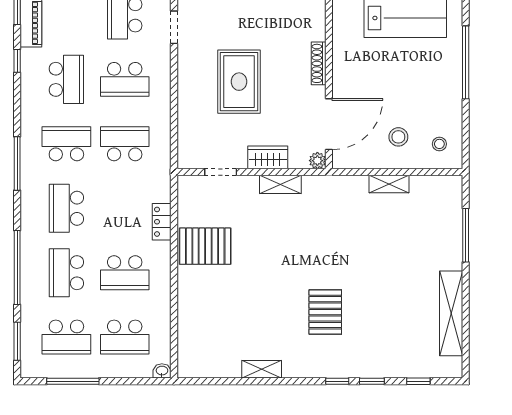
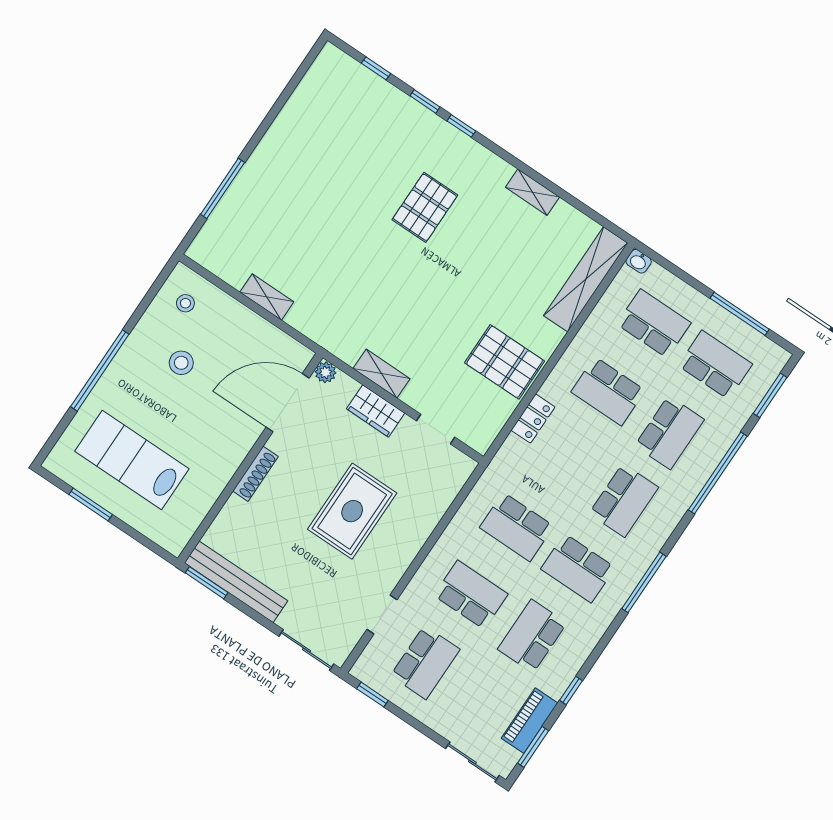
stool: (398, 137) -> (181, 363), moved
school desk: (125, 273) -> (608, 391), turned 180
shelving: (451, 313) -> (586, 279), moved

